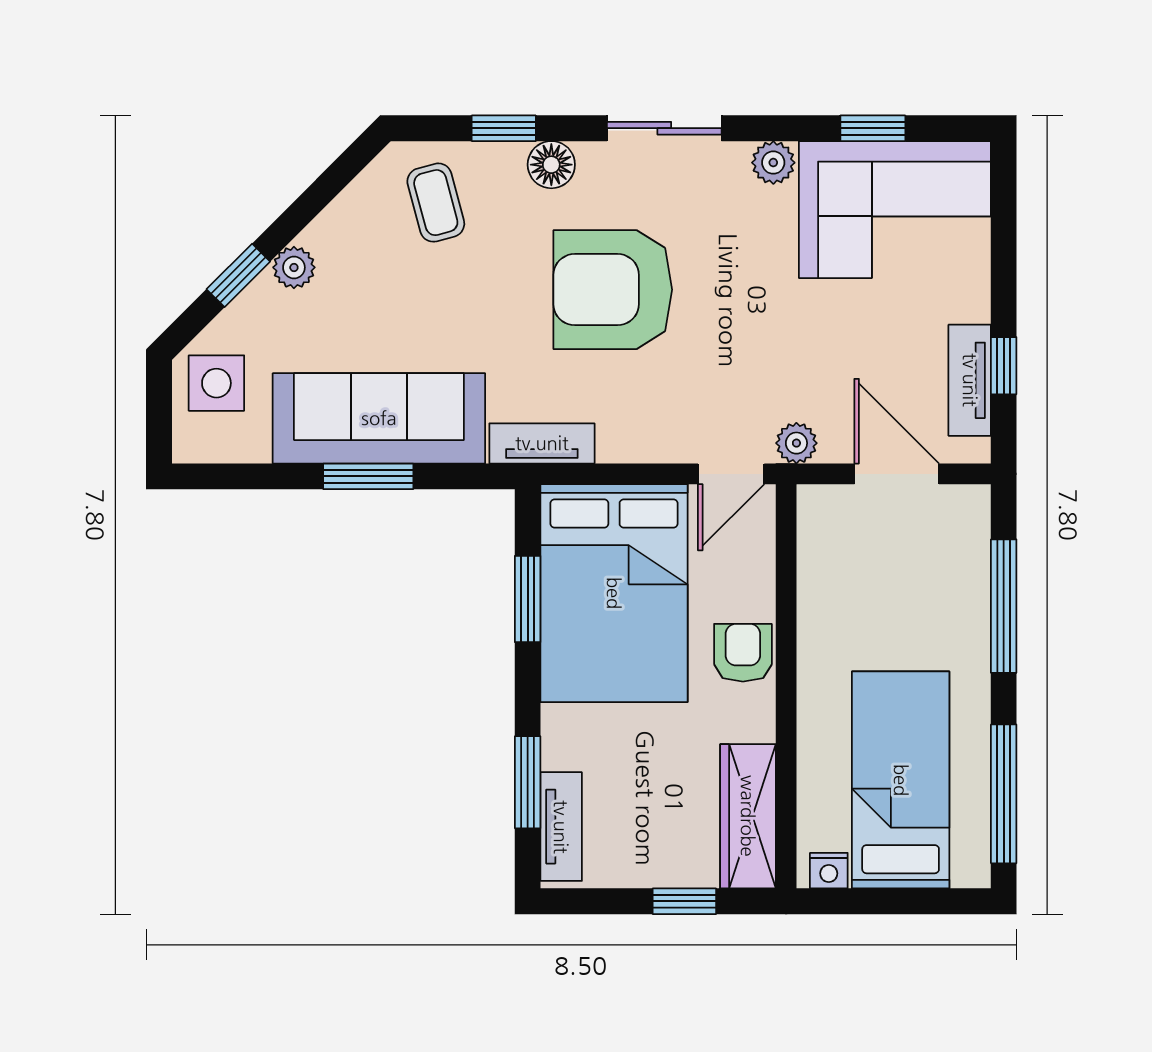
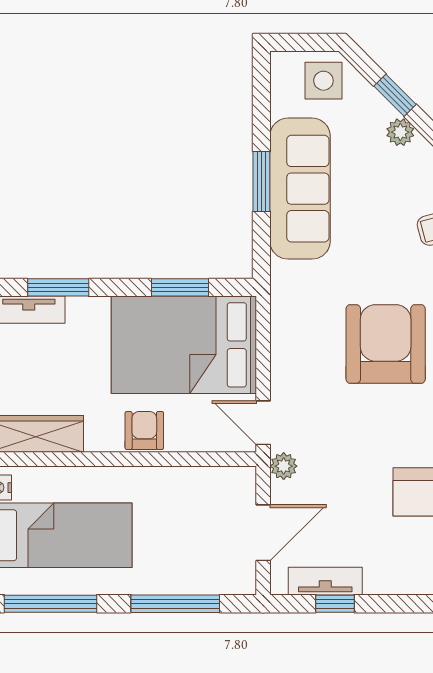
tv unit: (542, 443) -> (283, 297), removed
armchair: (743, 653) -> (144, 430), turned -90

